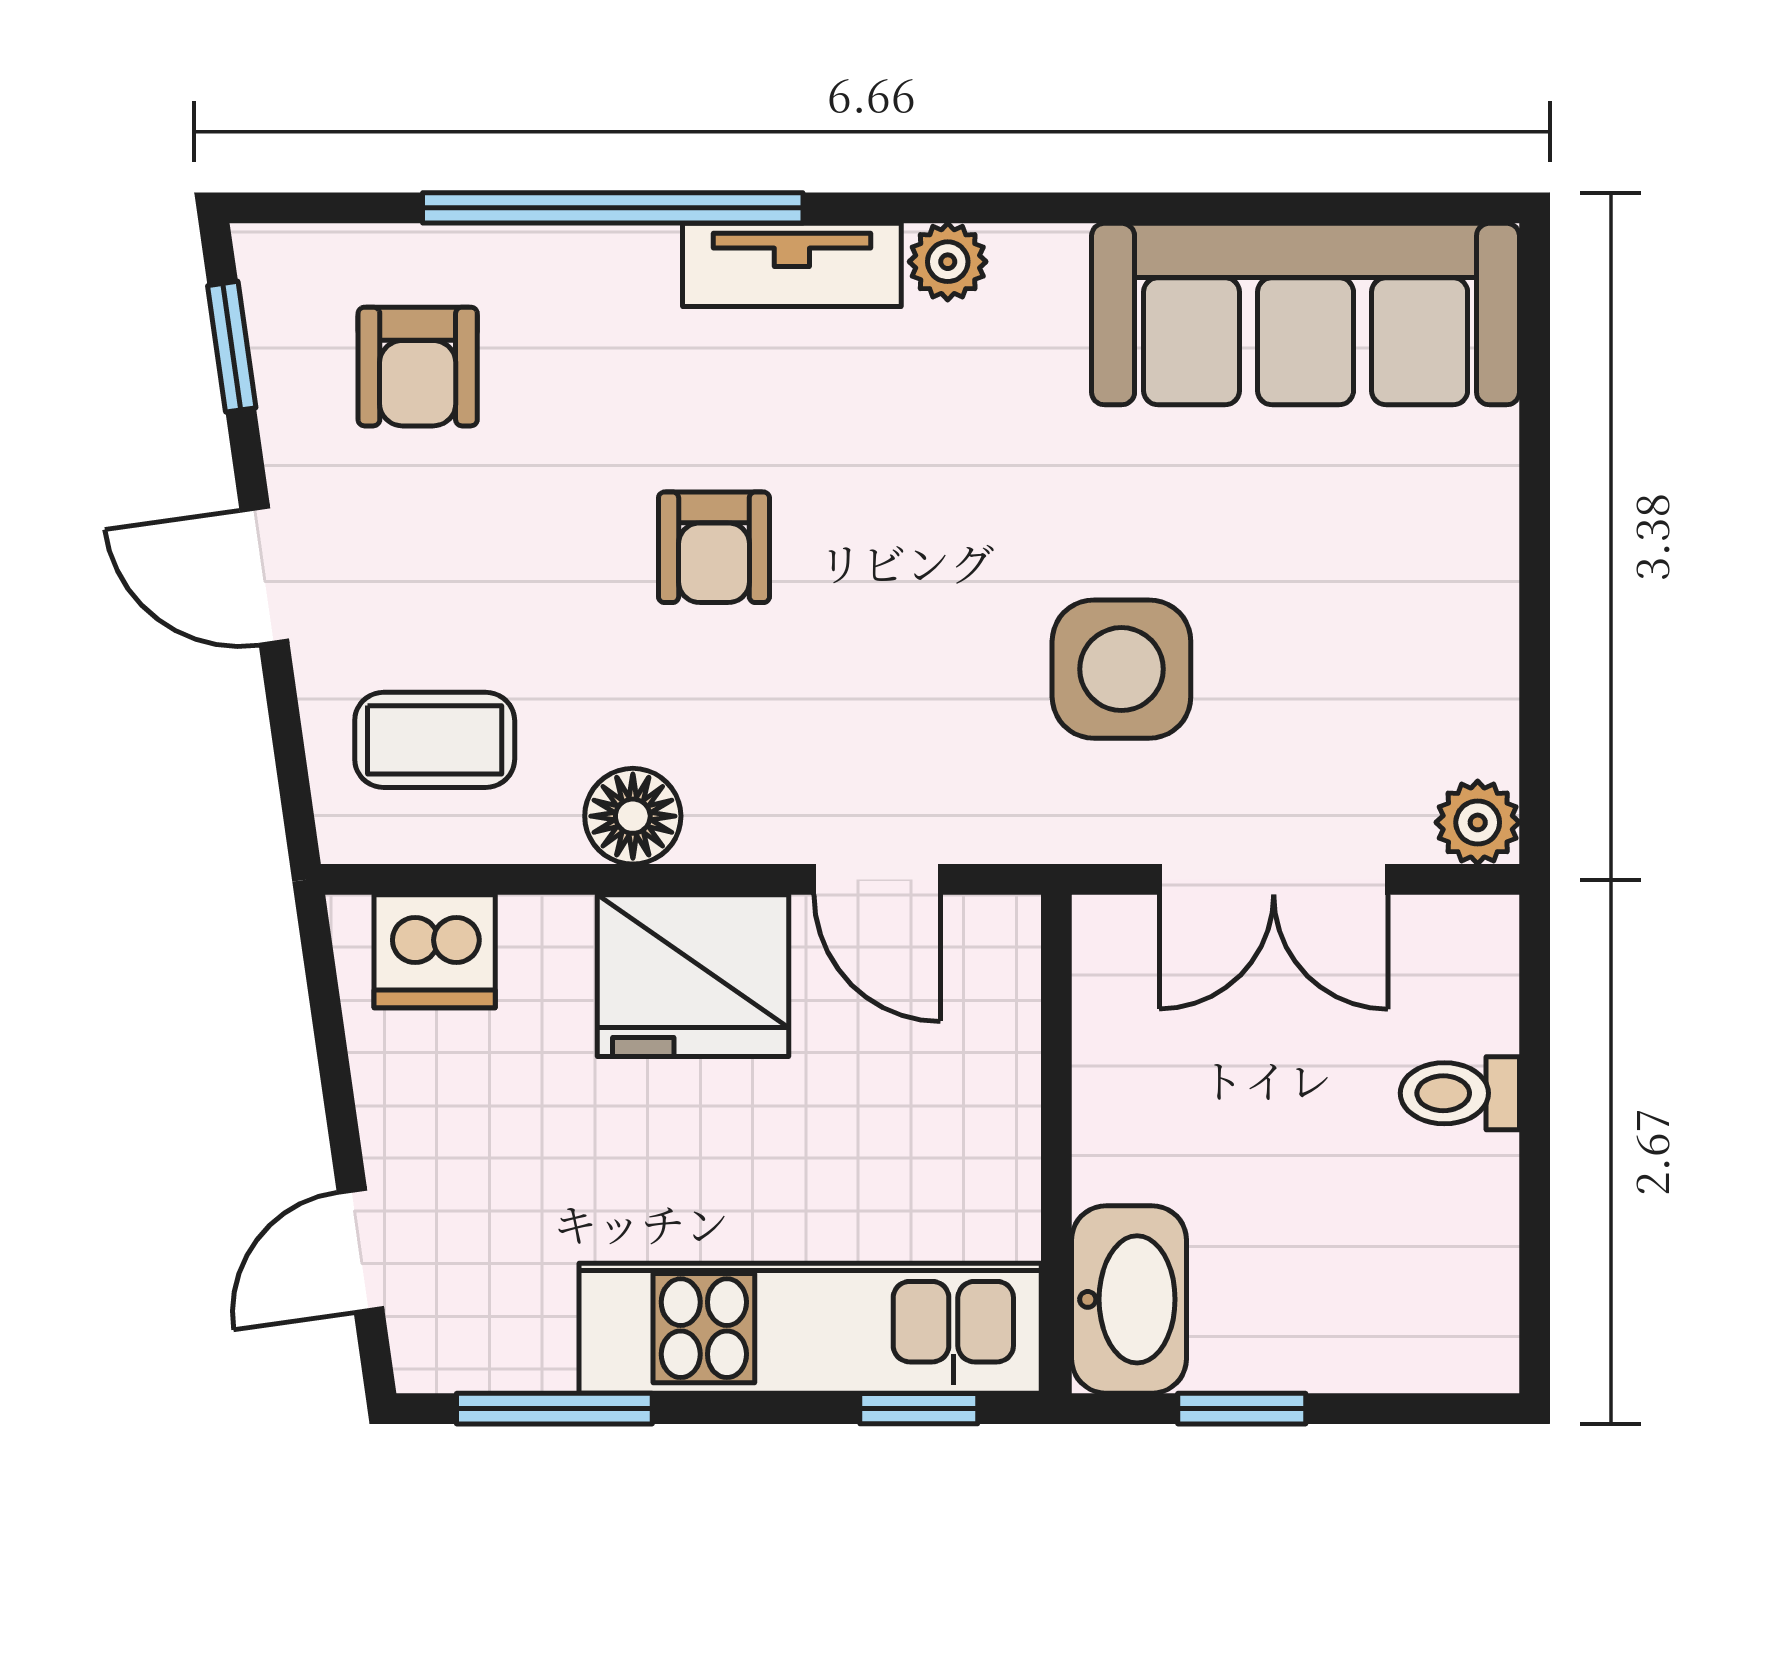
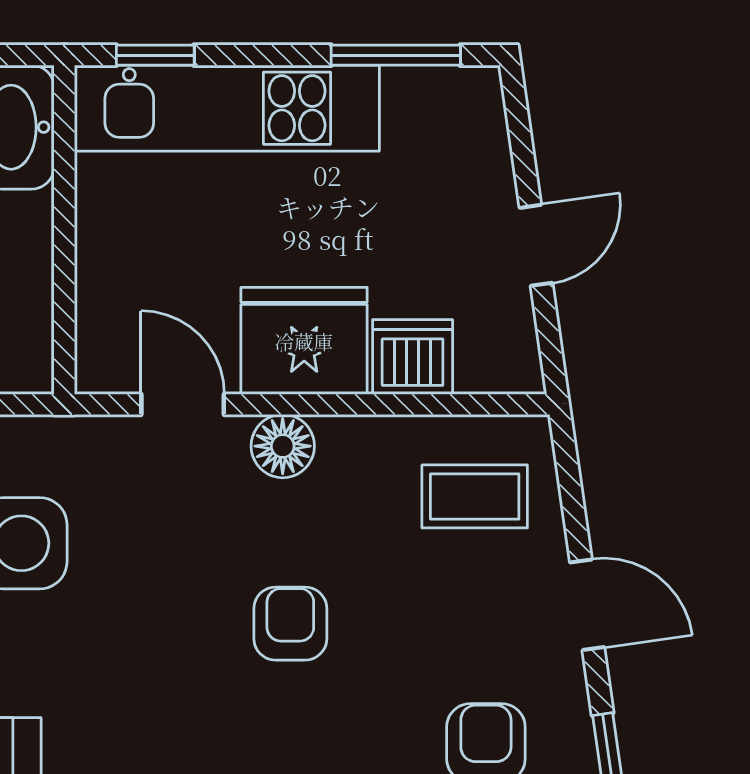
floor lamp: (633, 816) -> (283, 446), moved
dishwasher: (435, 951) -> (413, 357), moved
door: (360, 1251) -> (536, 245), moved

